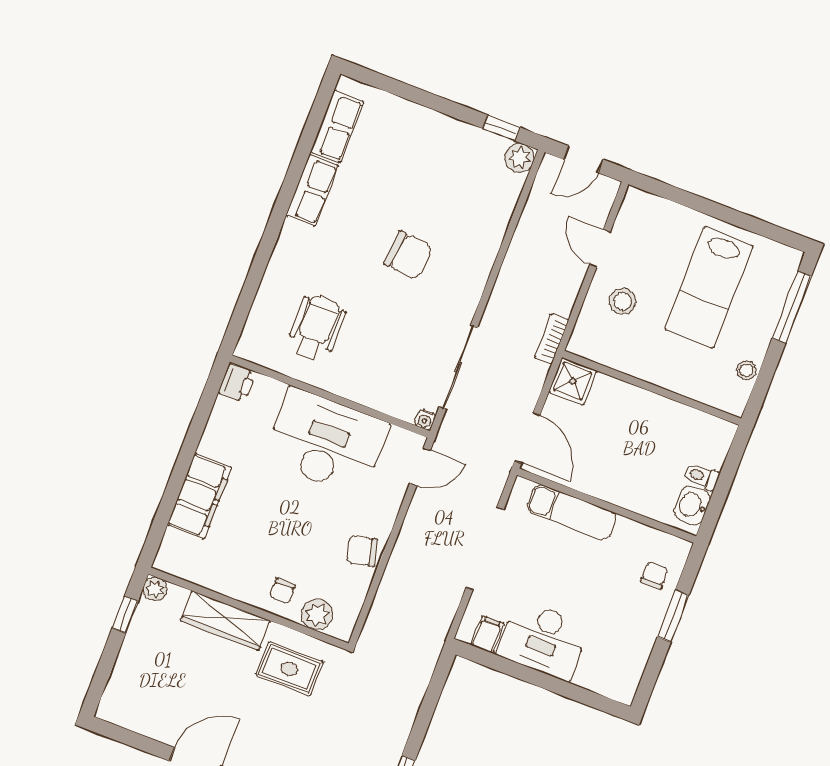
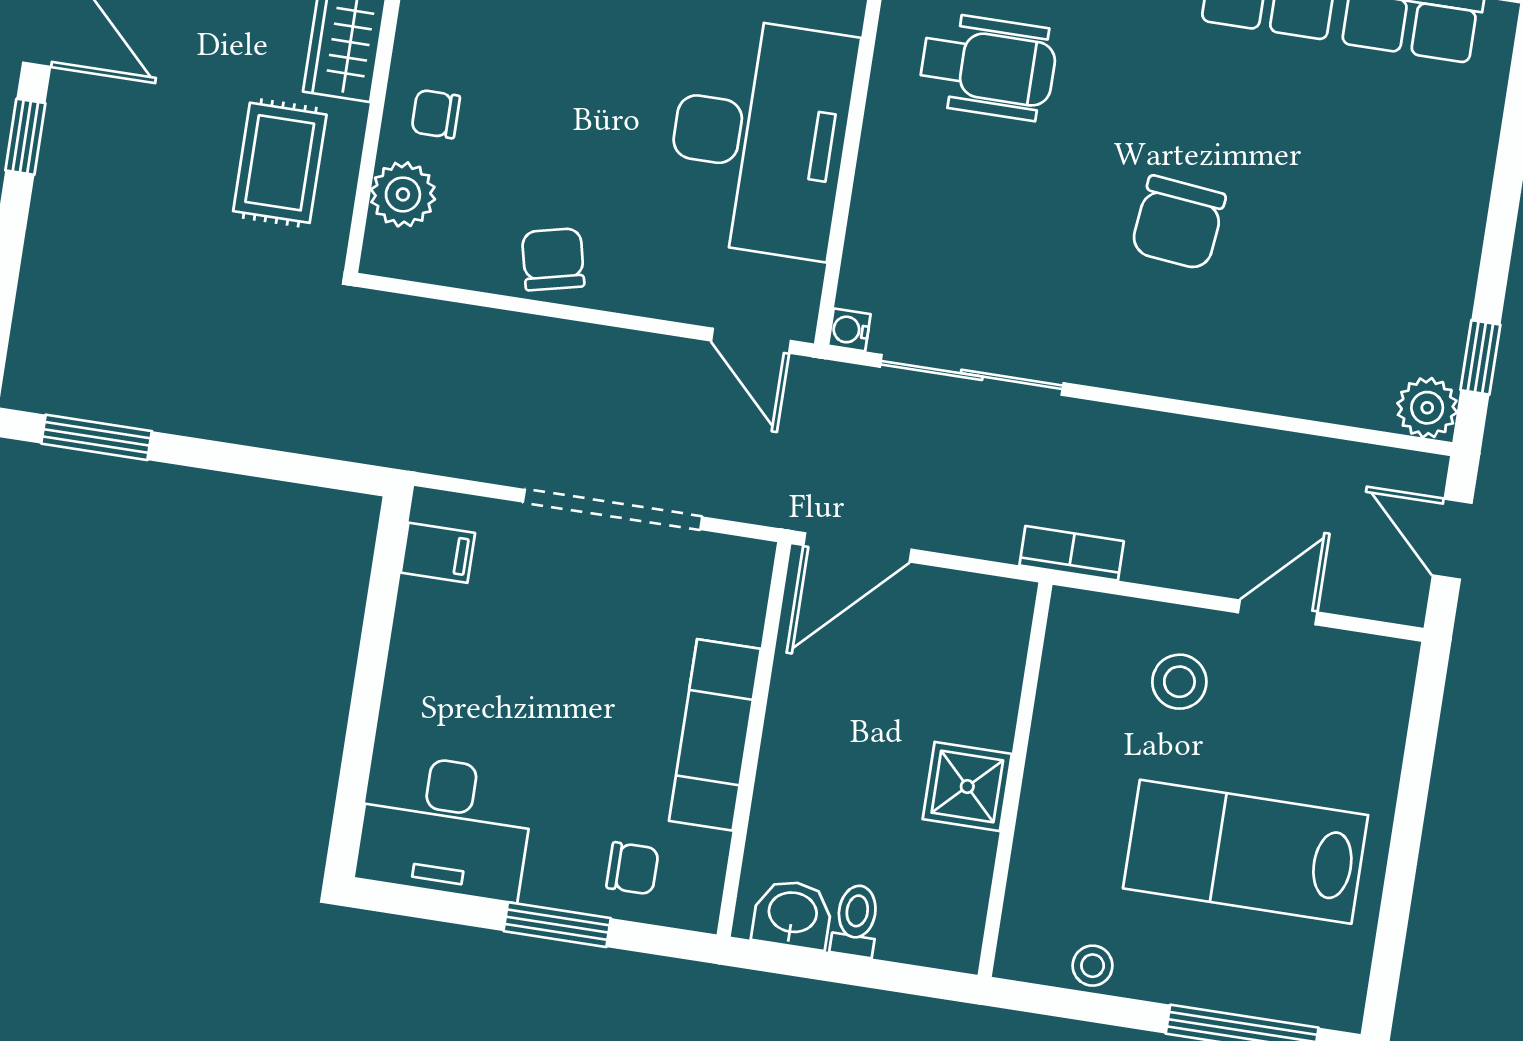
shower: (573, 381) -> (967, 786), moved
exam couch: (572, 512) -> (715, 735), moved
desk: (543, 640) -> (445, 827), moved, turned -90

